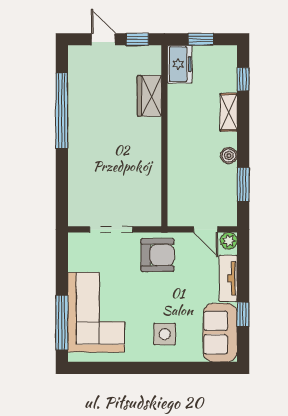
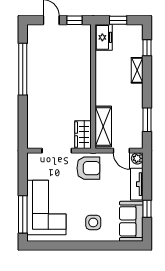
wardrobe: (150, 96) -> (83, 135), moved
boiler: (229, 156) -> (137, 100), removed
shelving: (179, 194) -> (103, 126), added

